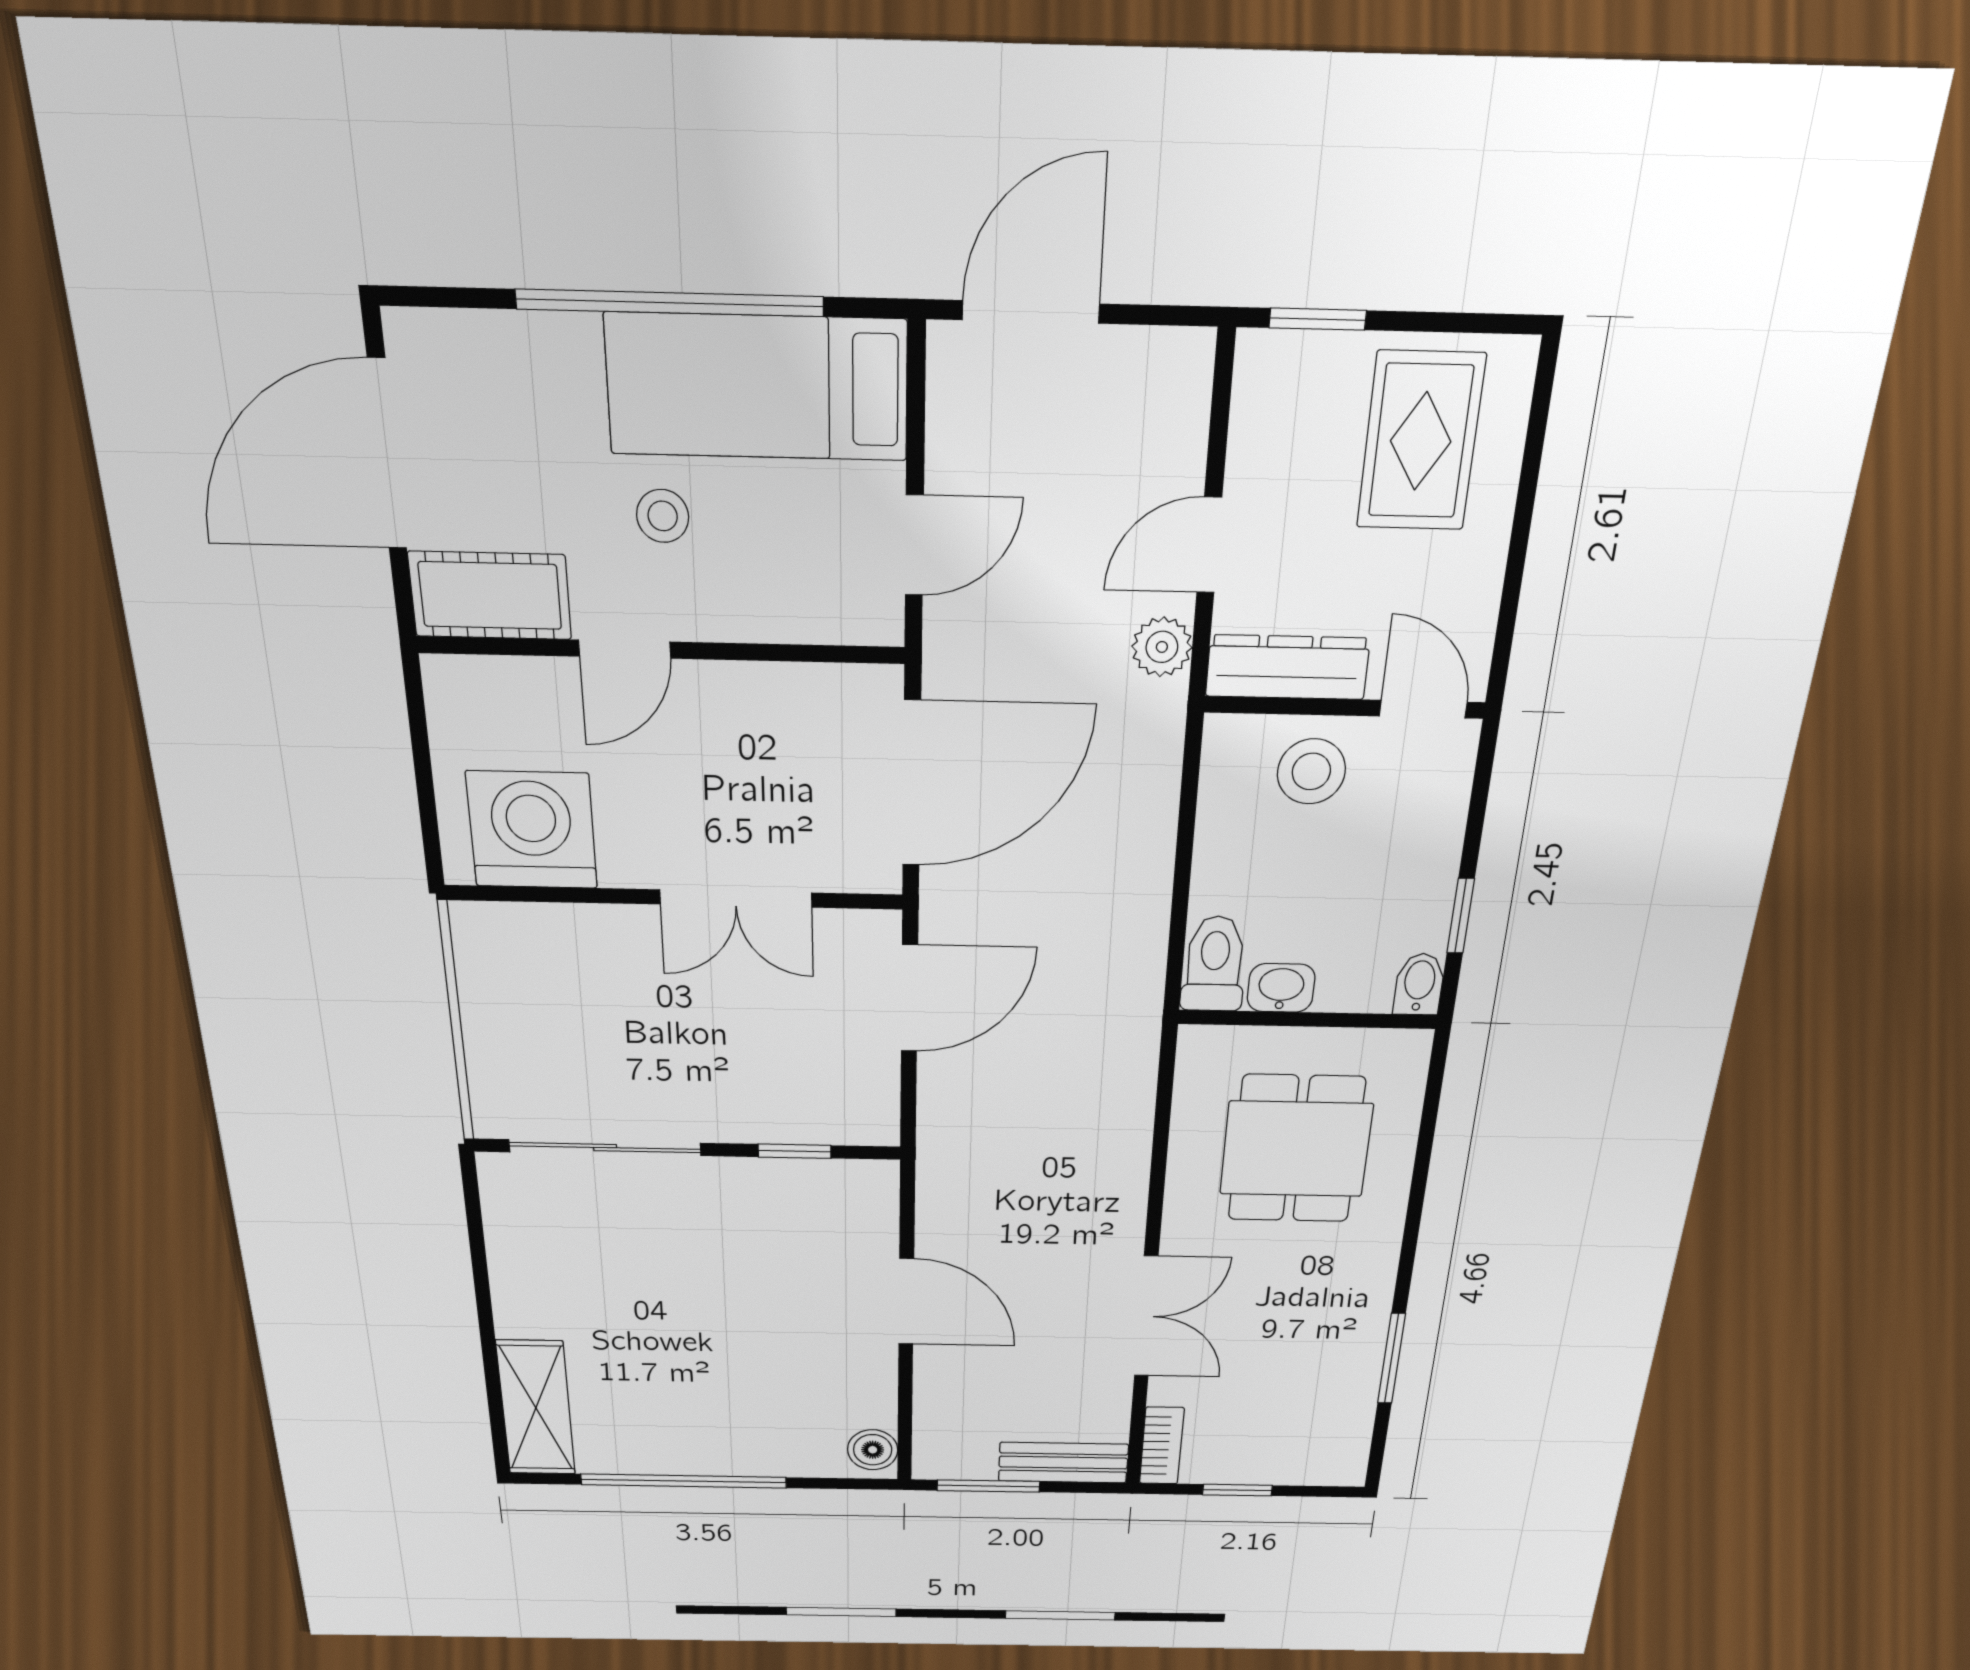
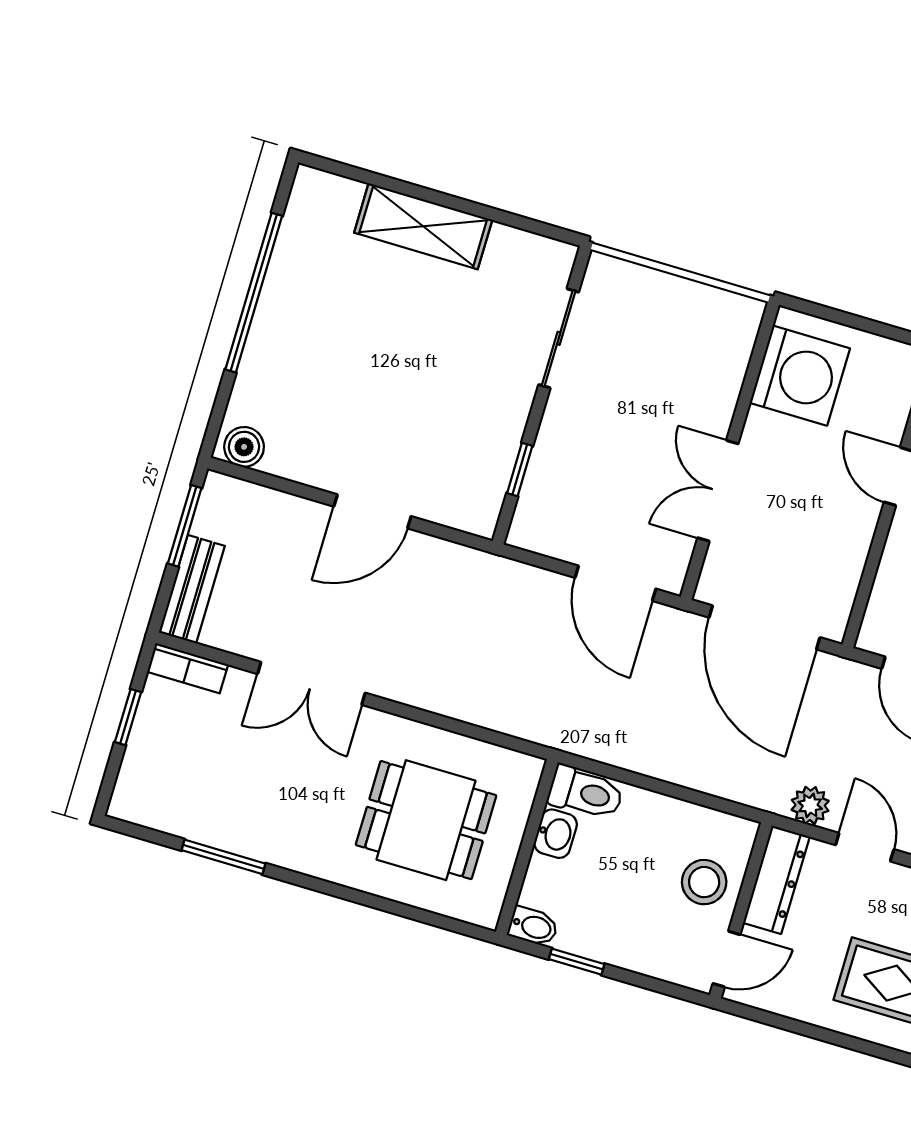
sliding door: (605, 1148) -> (559, 338), width x0.73
shelving: (536, 1408) -> (423, 226), moved

